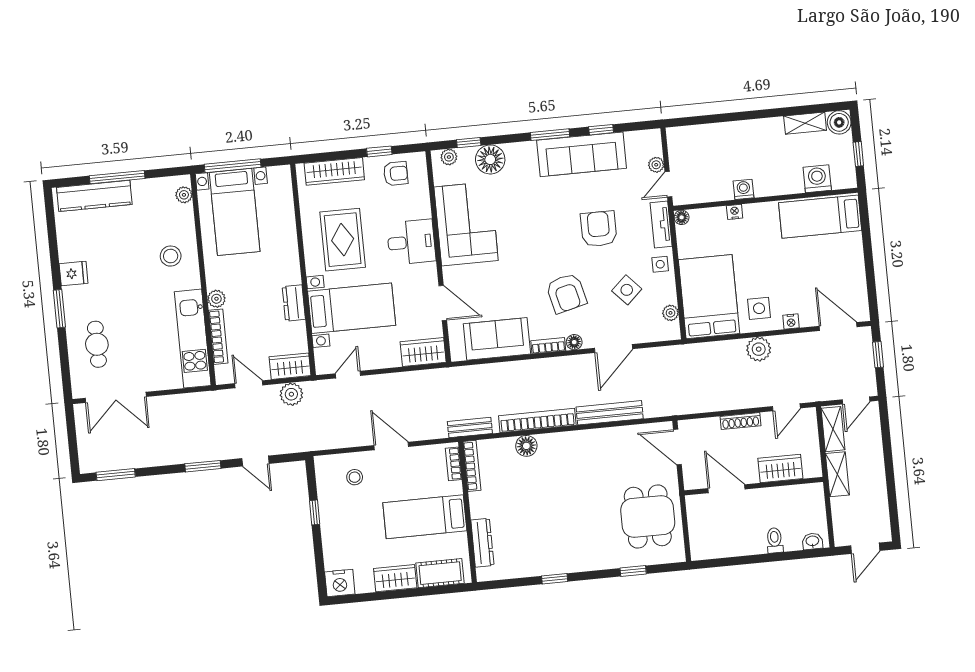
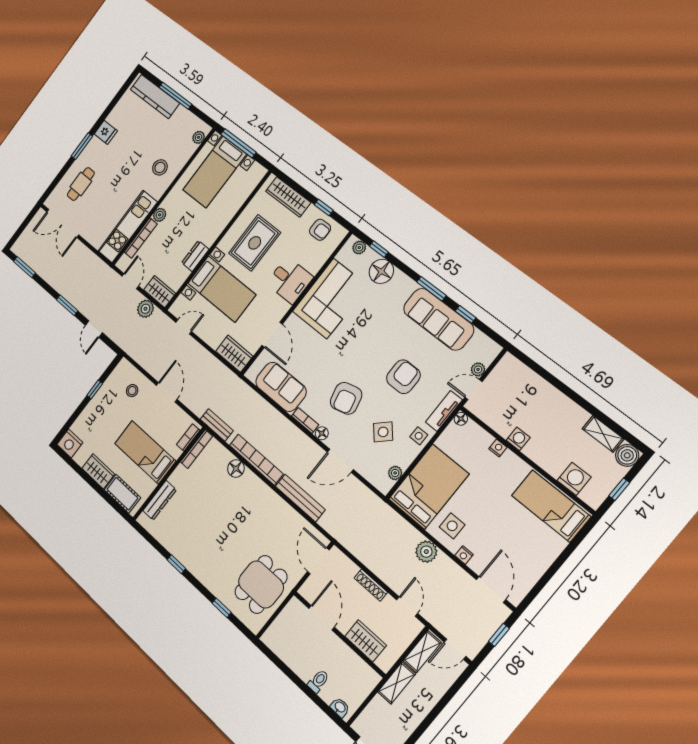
door: (786, 407) -> (407, 607), swing flipped

